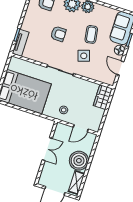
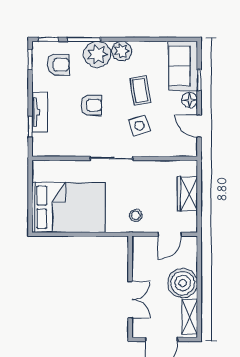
tv unit: (21, 43) -> (40, 112), moved
wardrobe: (103, 97) -> (187, 194), moved
double door: (47, 149) -> (130, 300), moved

